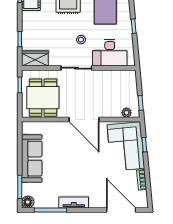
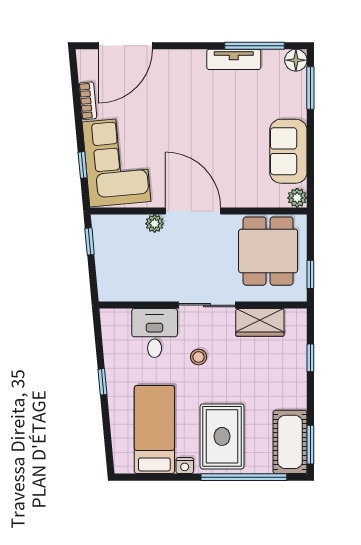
desk: (110, 53) -> (155, 333), width x0.73
wardrobe: (35, 59) -> (260, 322), moved
plant: (126, 113) -> (155, 224), moved
plant: (27, 127) -> (297, 198), added
sofa: (32, 159) -> (288, 151), width x0.73
tv unit: (74, 202) -> (234, 59), moved
door: (121, 210) -> (125, 46), hinge flipped

